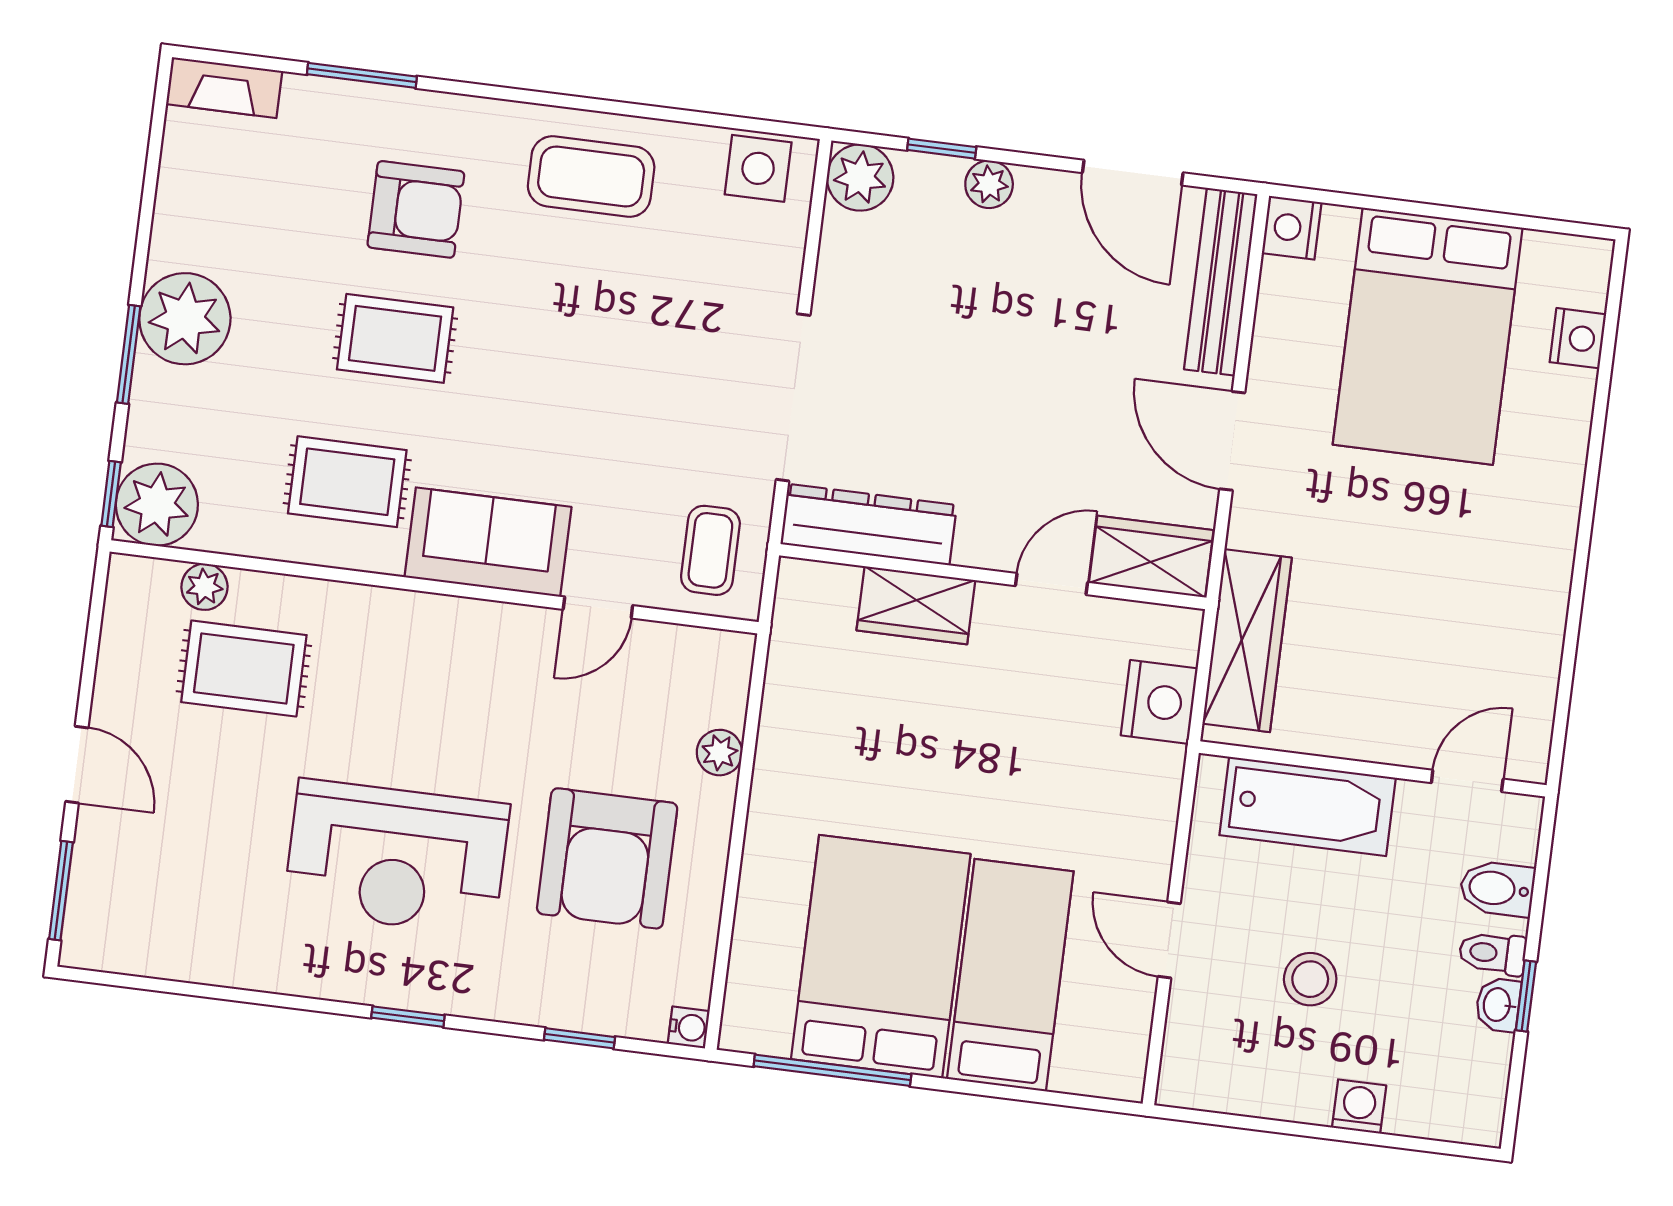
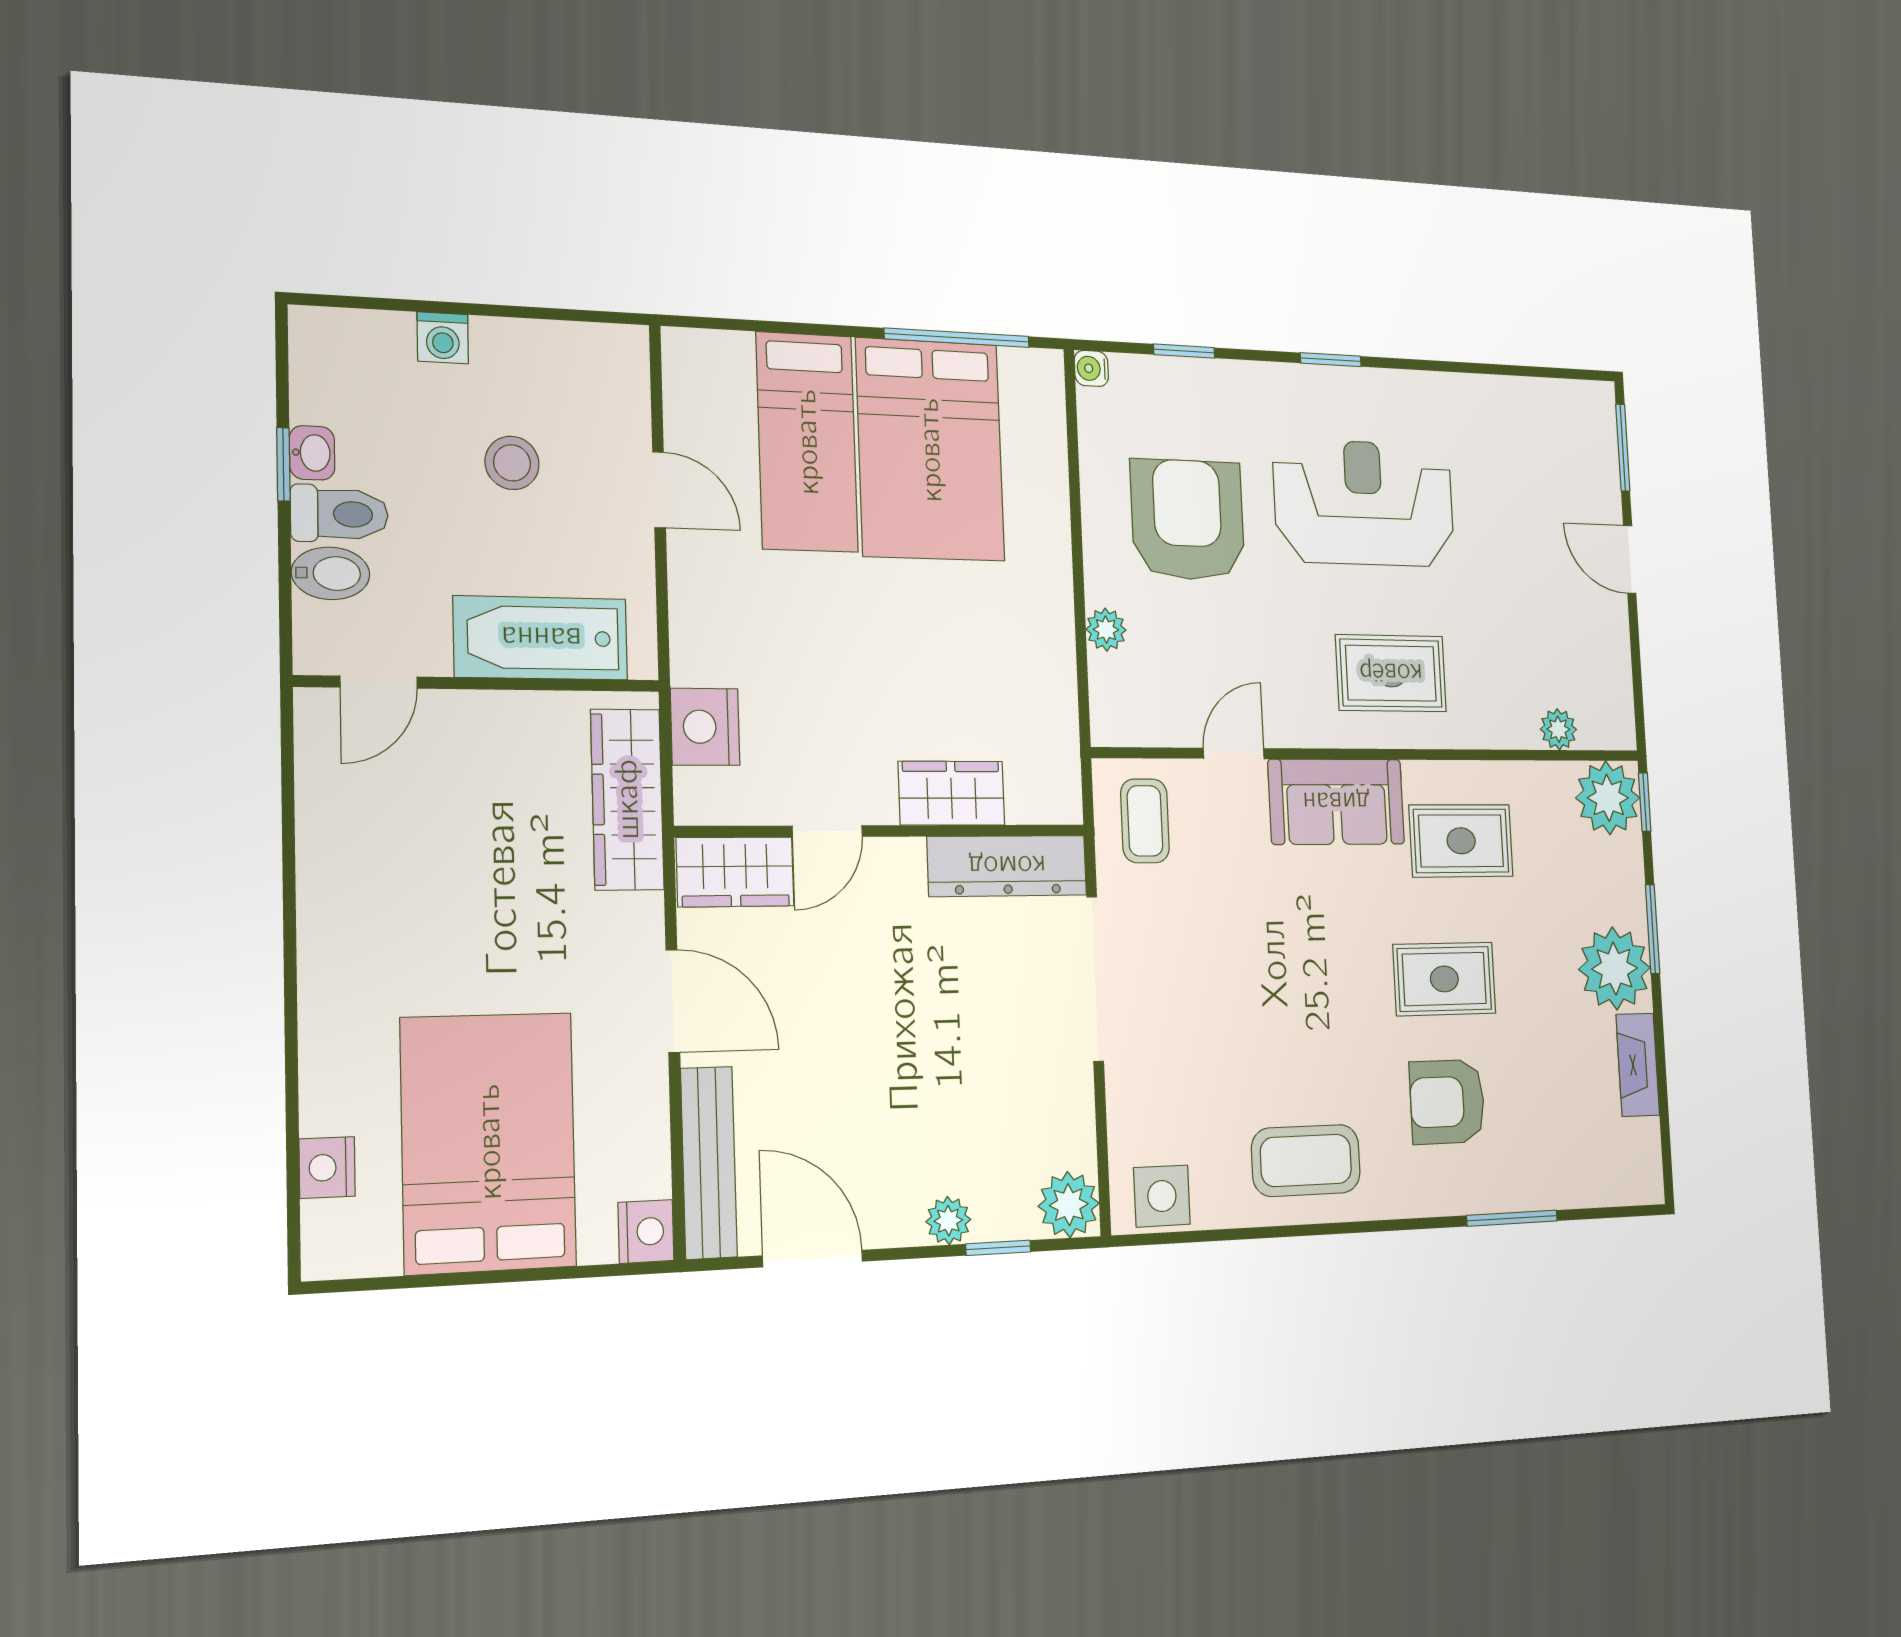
fireplace: (224, 88) -> (1638, 1065), moved, turned -90
rug: (244, 669) -> (1391, 673), moved
toilet: (1493, 953) -> (339, 514), width x1.37, depth x1.39

